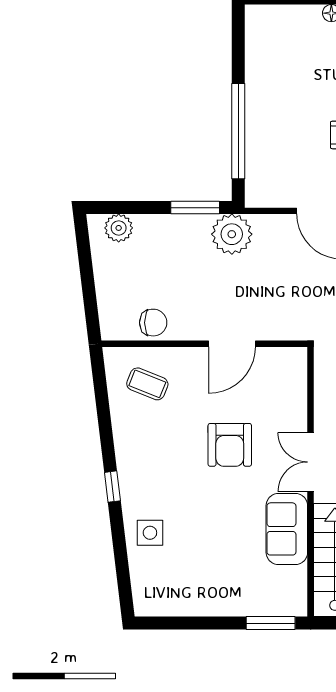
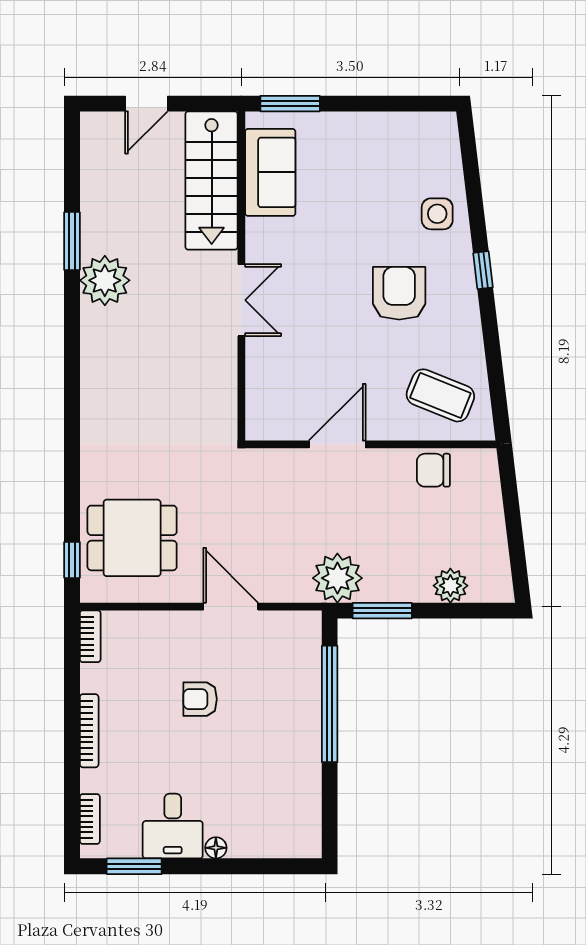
plant: (119, 228) -> (450, 586), moved
coffee table: (147, 384) -> (440, 395), width x1.36, depth x1.30
armchair: (230, 445) -> (399, 293), moved
sofa: (287, 529) -> (270, 172), moved

